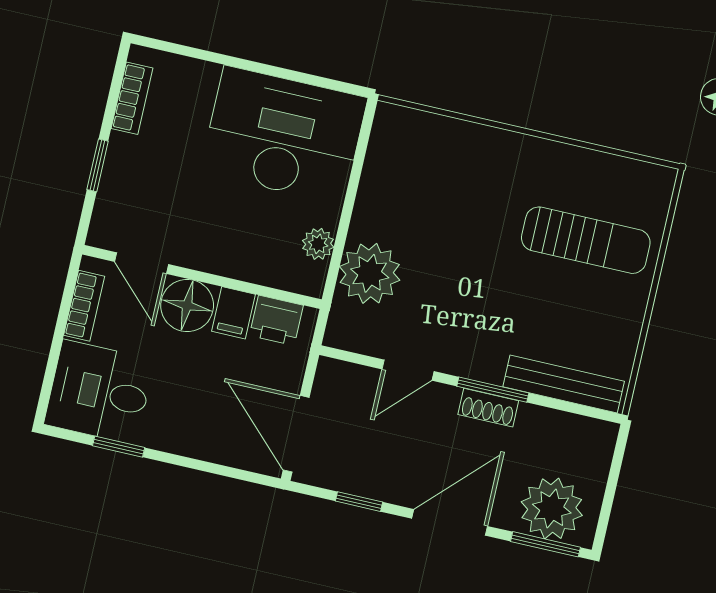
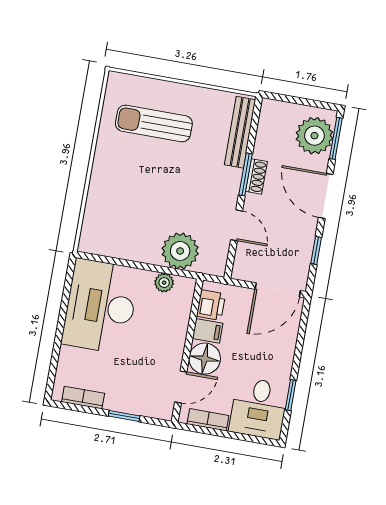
sun lounger: (586, 240) -> (154, 123), turned -90

